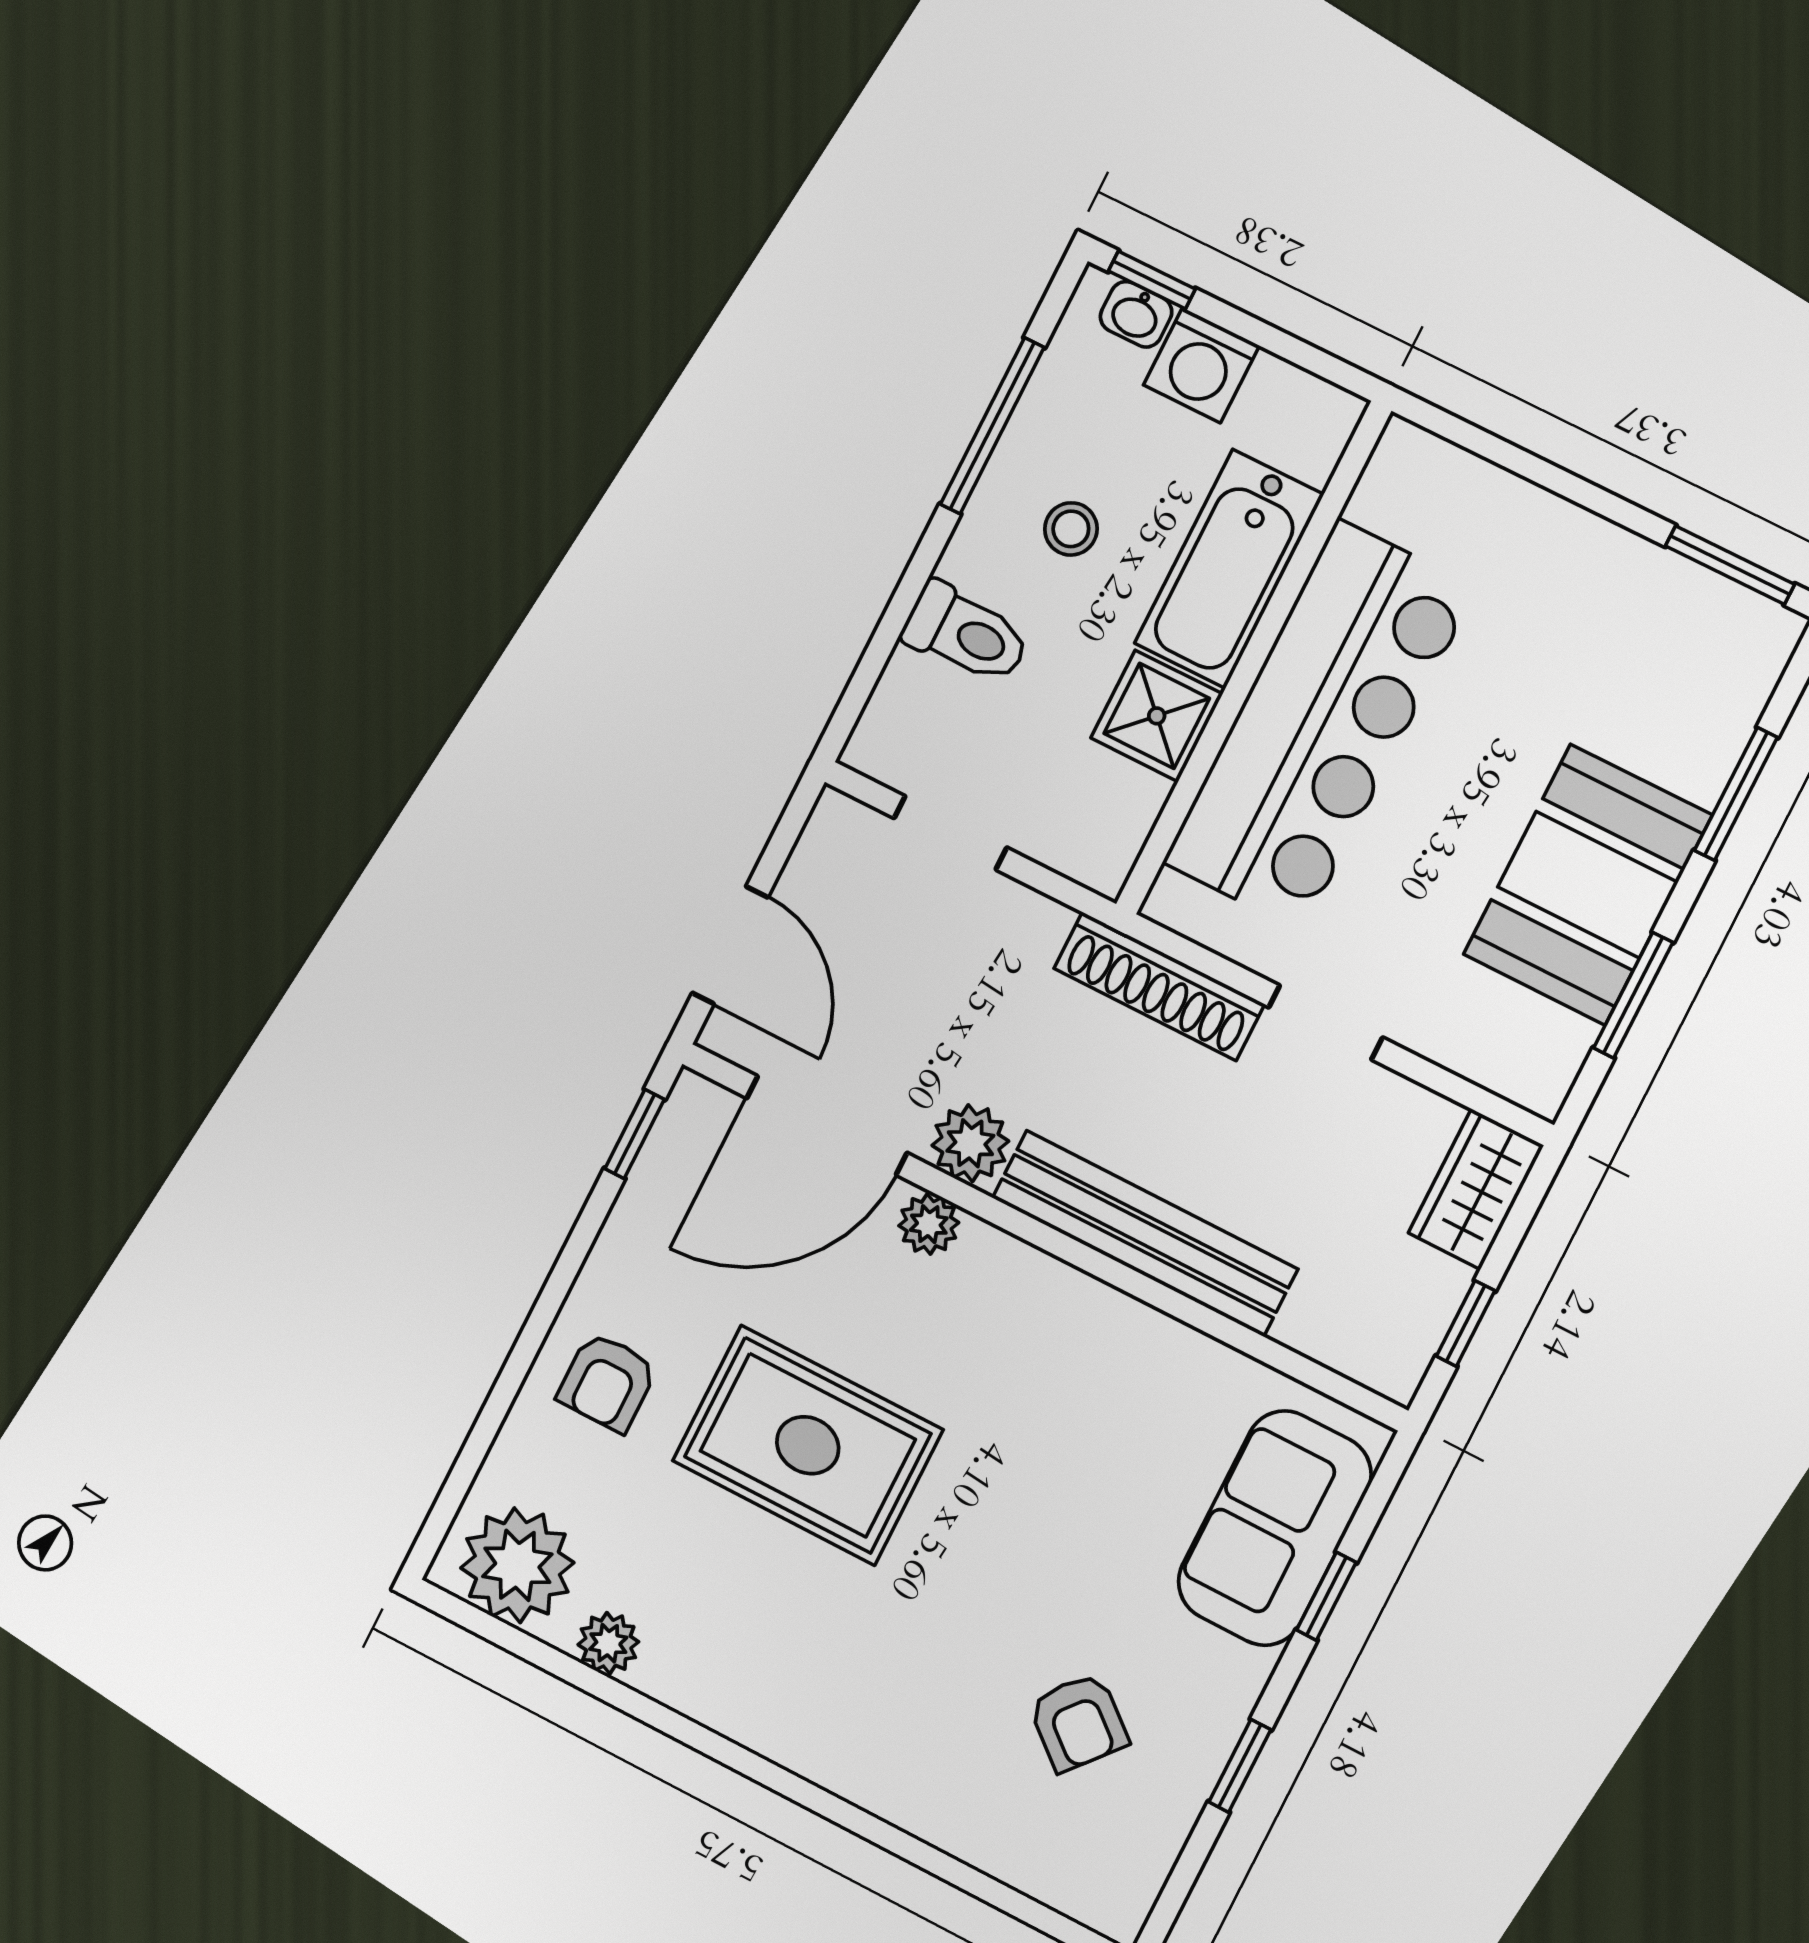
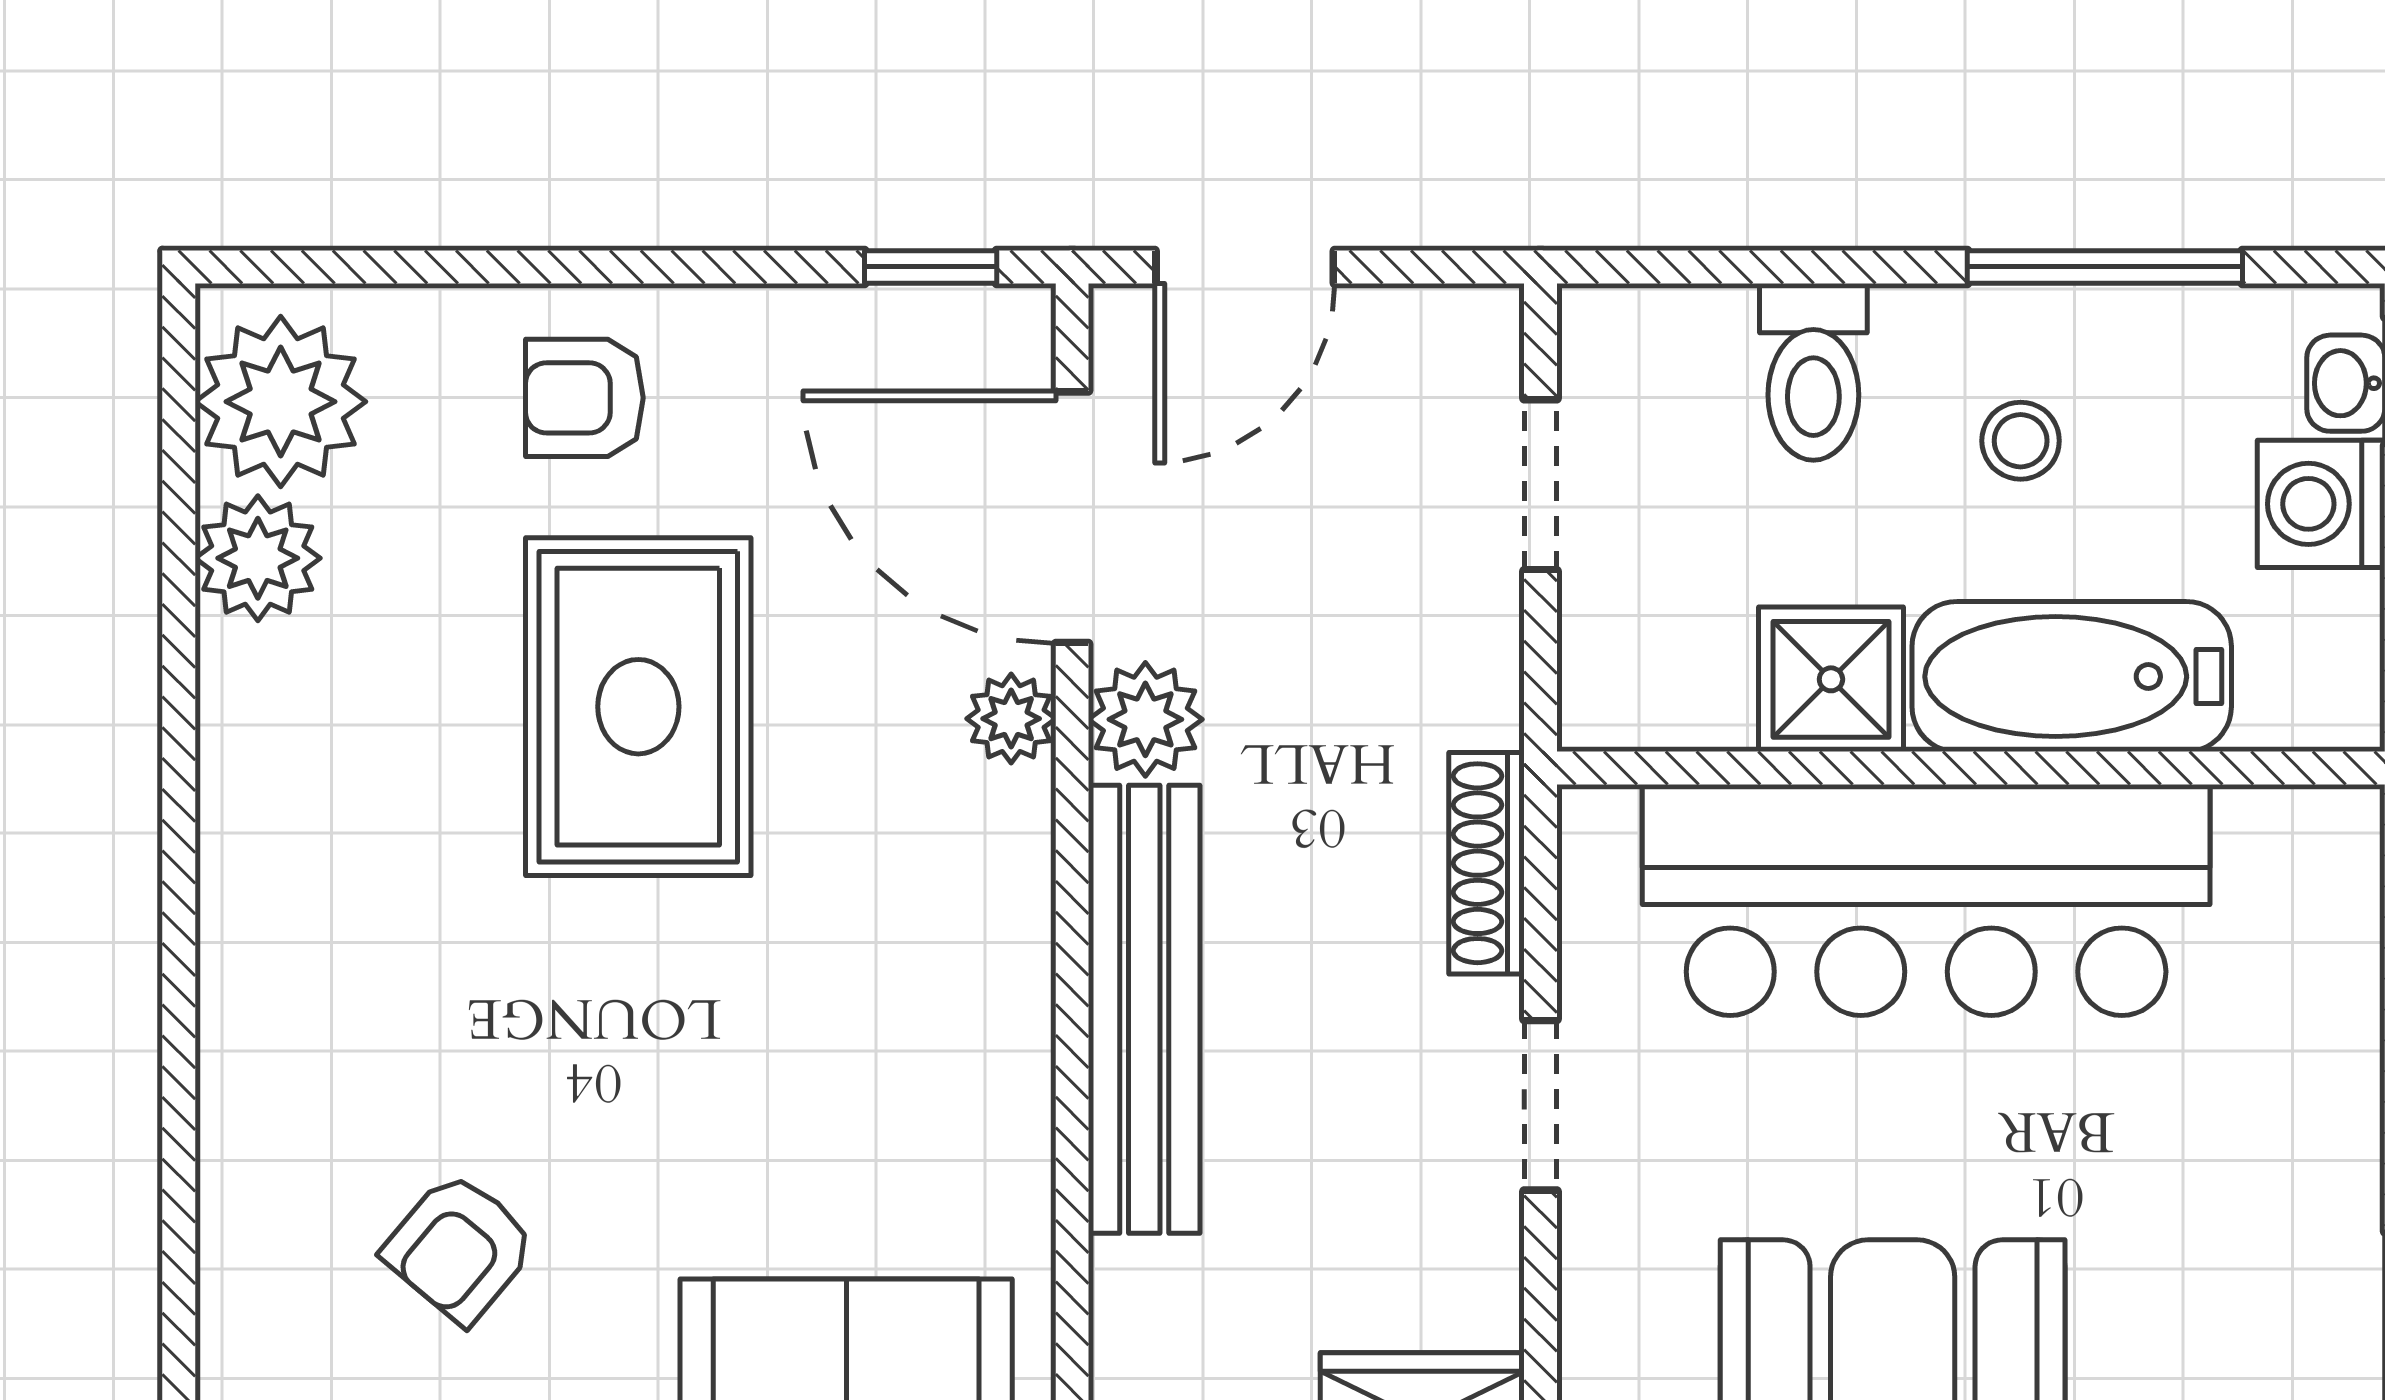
shoe rack: (1159, 986) -> (1487, 863), width x0.74, depth x0.81
plant: (608, 1643) -> (258, 558), width x1.38, depth x1.38

